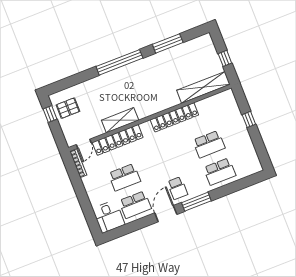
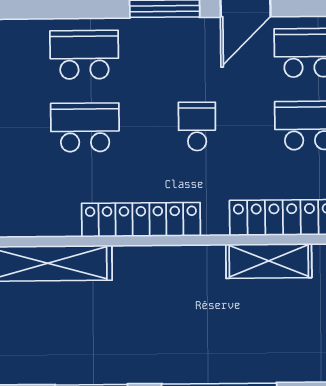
school desk: (177, 188) -> (197, 126), moved

